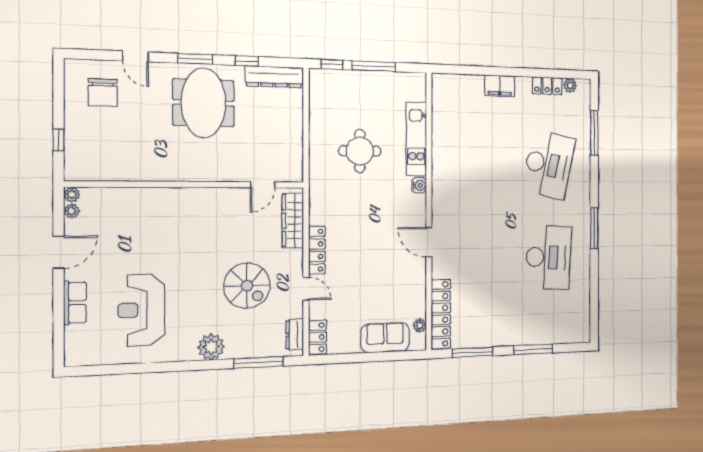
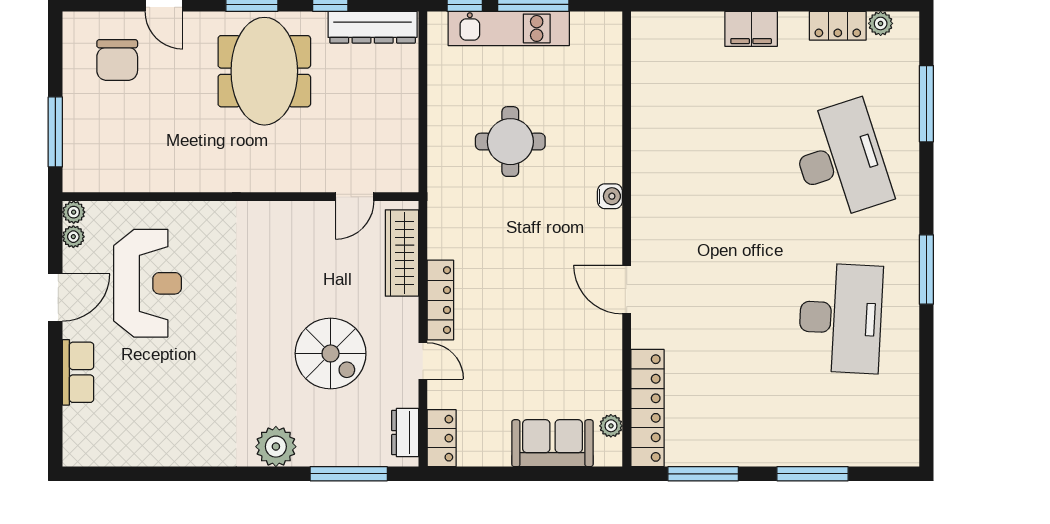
kitchen unit: (416, 139) -> (509, 28), moved, turned -90
window: (59, 140) -> (55, 132), width x2.17
desk: (549, 165) -> (840, 160), turned -30
reception desk: (141, 310) -> (148, 283), moved, turned 180

